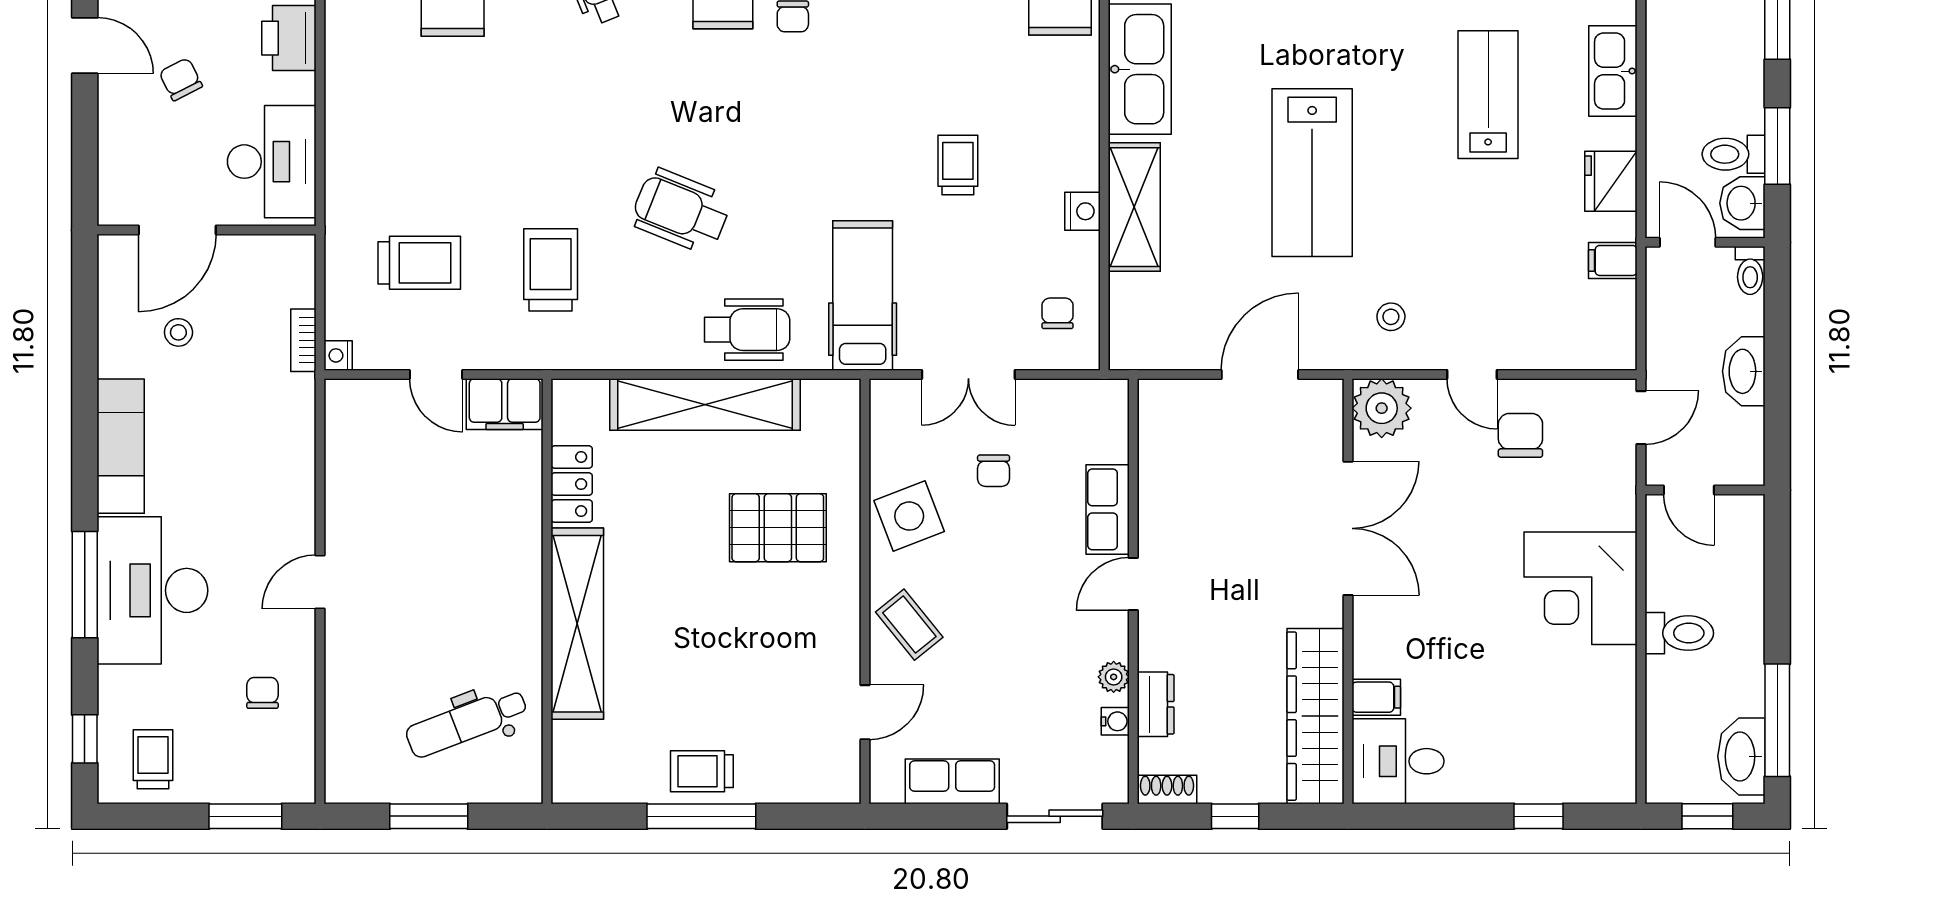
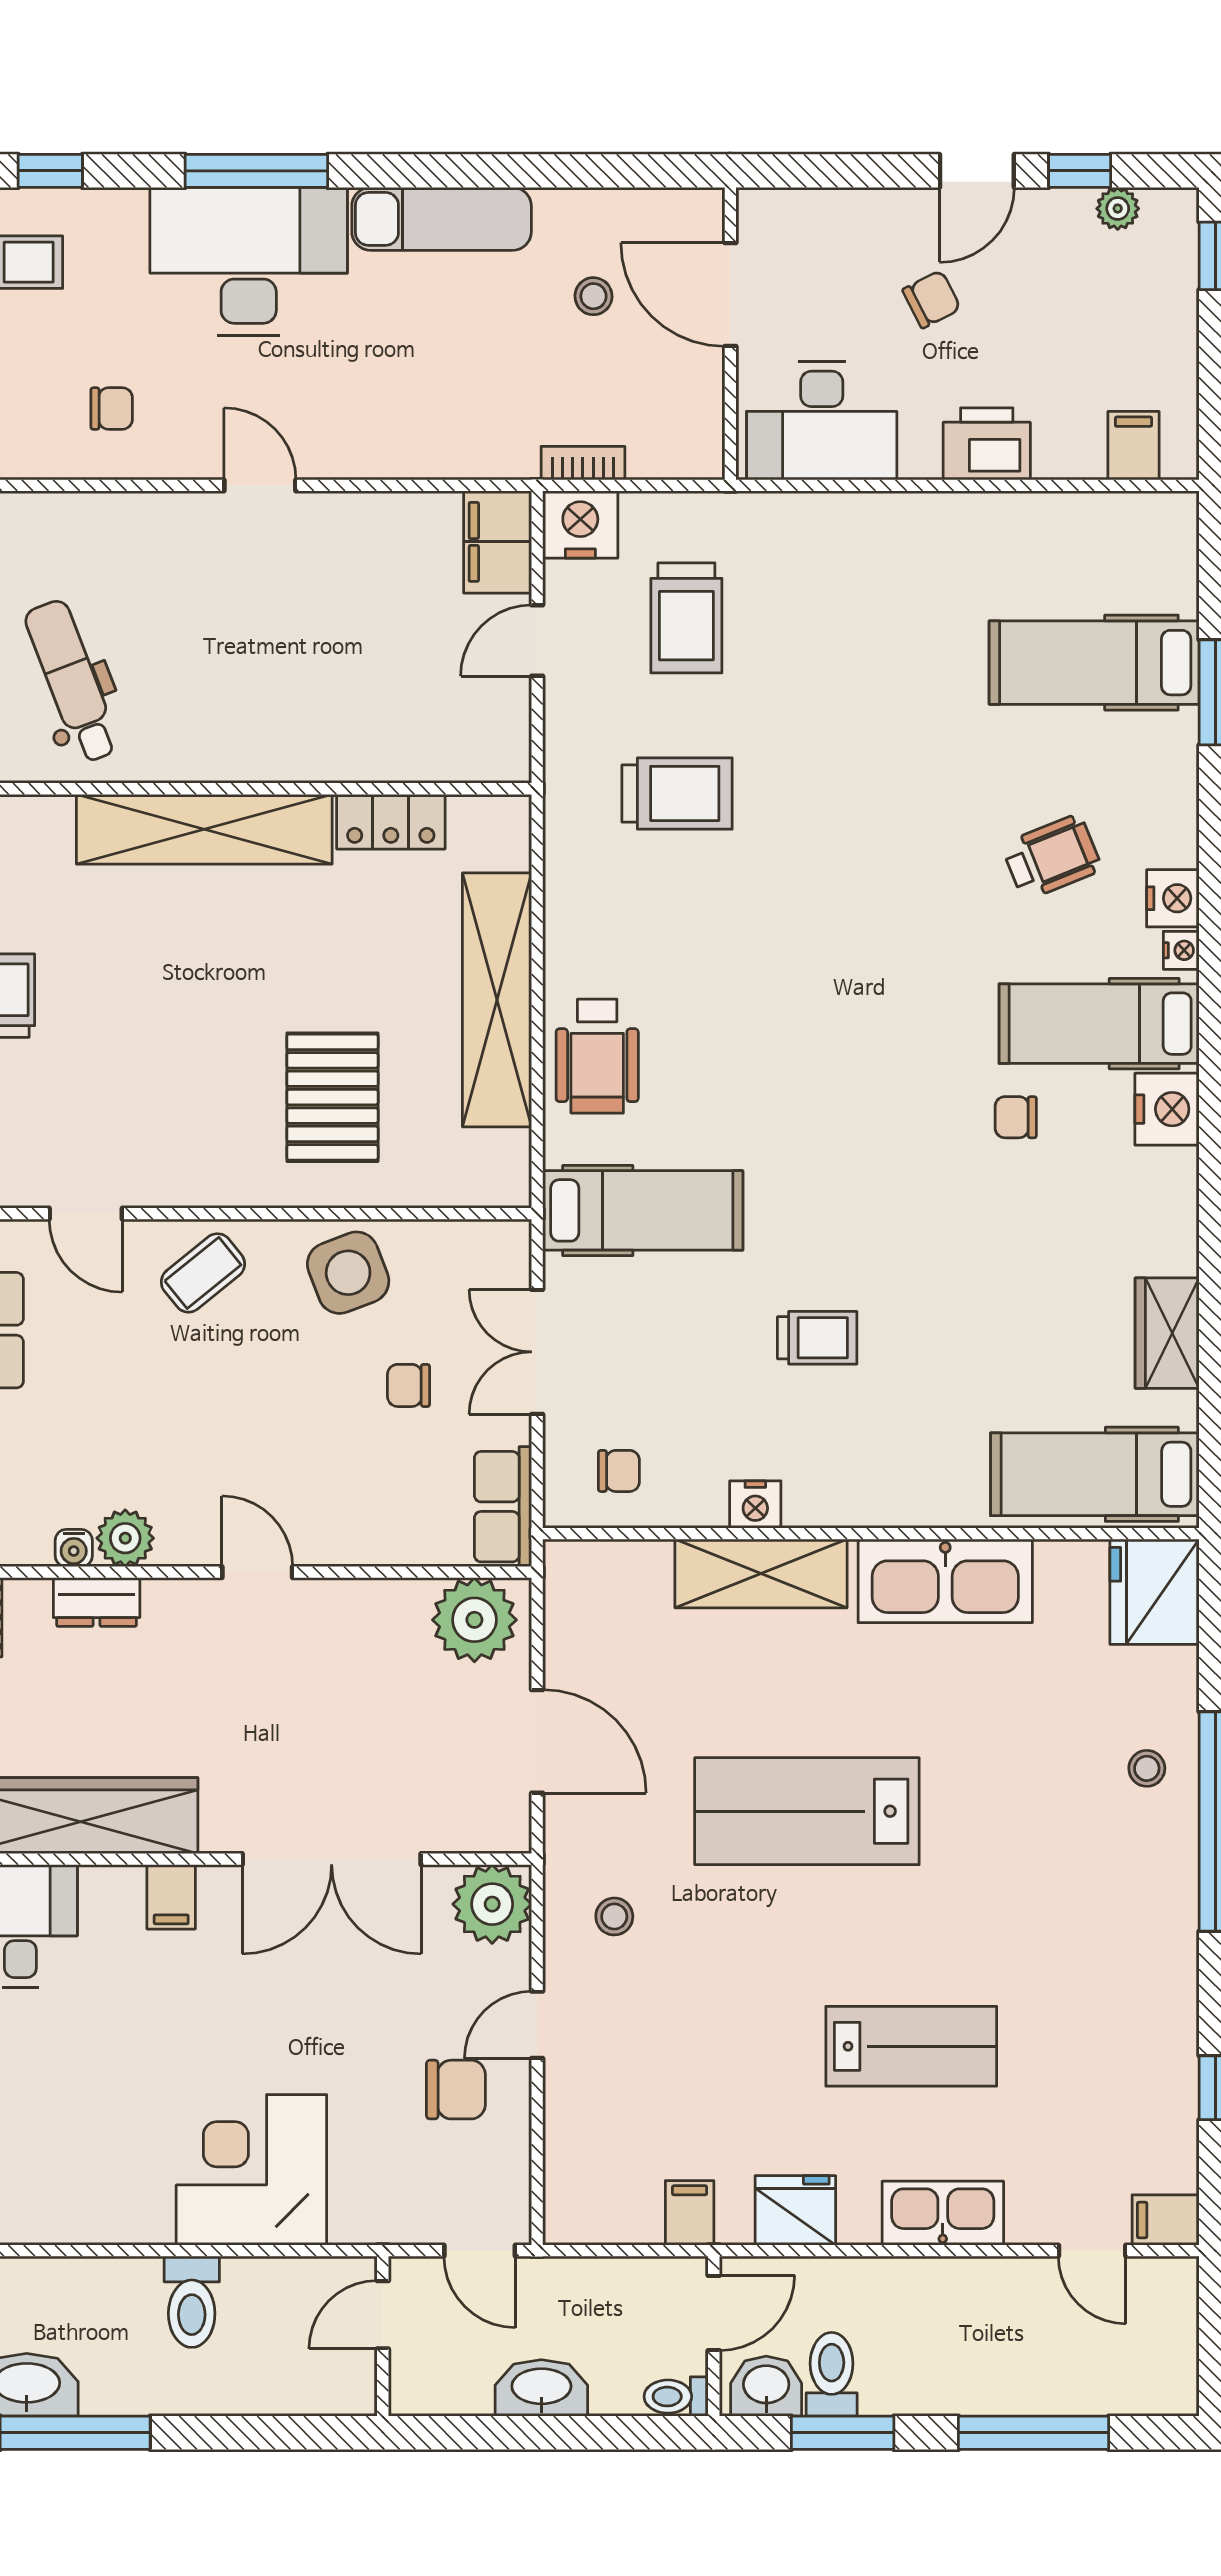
wheelchair: (681, 211) -> (756, 968), removed
nightstand: (338, 355) -> (580, 525), width x1.89, depth x1.79
filing cabinet: (505, 404) -> (498, 542), moved
plant: (1169, 421) -> (474, 1620), added
row of seats: (1108, 509) -> (503, 1507), moved, turned -90
plant: (1114, 677) -> (125, 1538), width x1.38, depth x1.38
filing cabinet: (1376, 697) -> (171, 1897), moved

